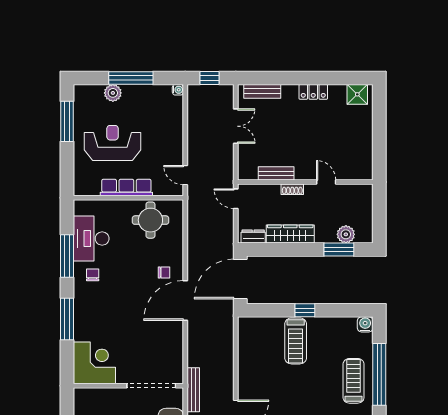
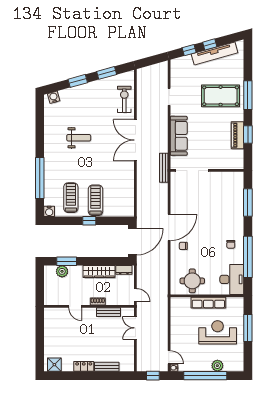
window: (131, 78) -> (205, 376), width x1.46
bench: (262, 91) -> (107, 367), moved
window: (67, 121) -> (248, 328), moved
double door: (236, 126) -> (135, 328), moved
reception desk: (113, 143) -> (218, 332), turned 180
door: (185, 175) -> (169, 357), moved
desk: (91, 239) -> (232, 279), moved
window: (67, 256) -> (248, 257), width x1.46
window: (67, 319) -> (248, 202), moved
corner desk: (94, 363) -> (230, 186), removed
treadmill: (354, 381) -> (71, 198), moved, turned 180

